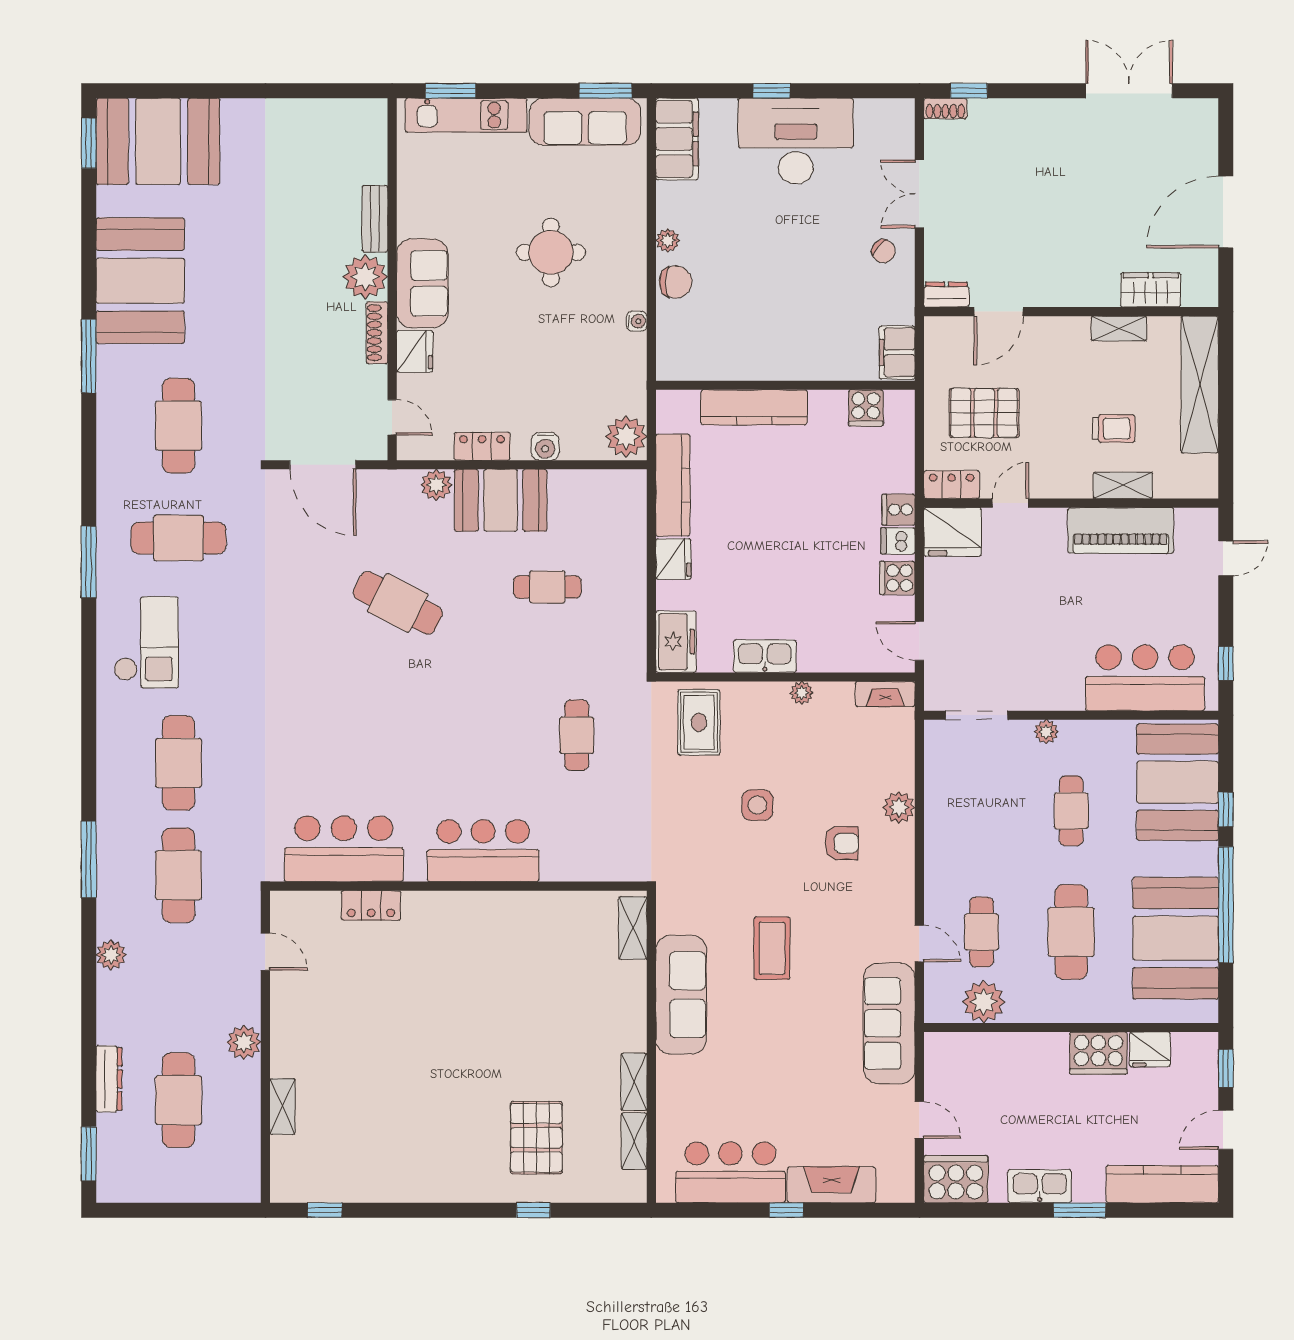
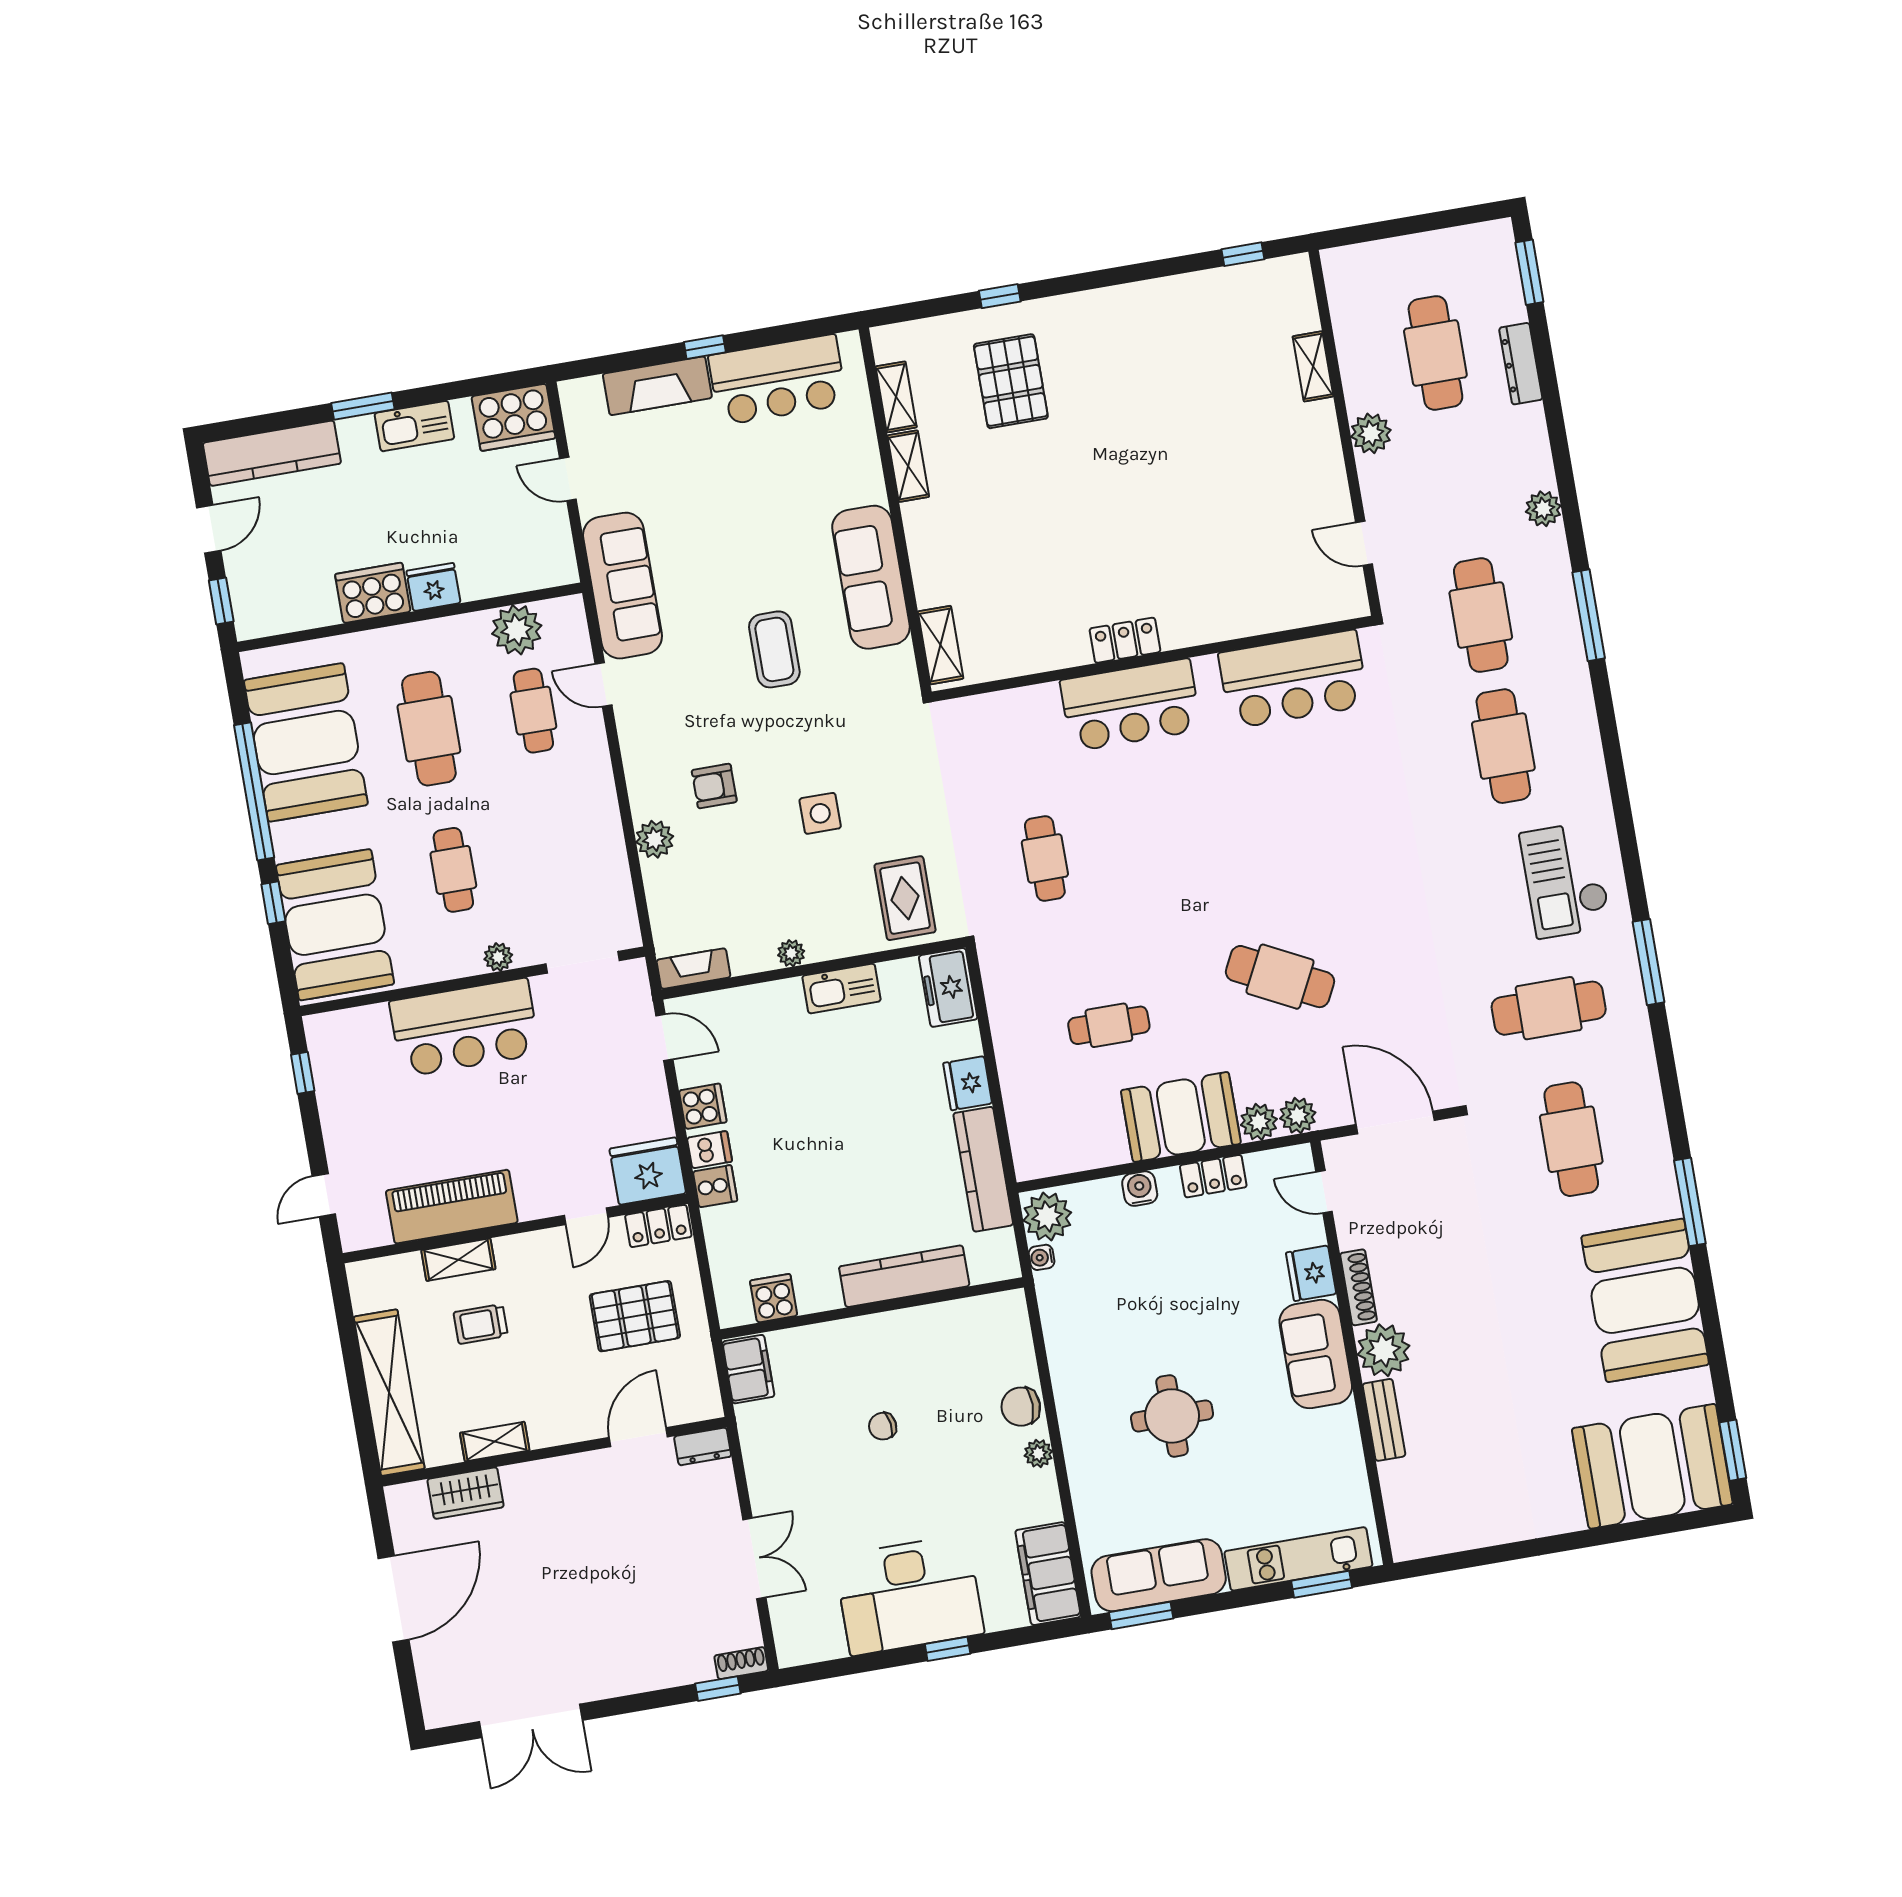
chair: (883, 251) -> (883, 1426), moved, turned -51
water cooler: (637, 321) -> (1042, 1257), moved
plant: (403, 485) -> (1298, 1116), added
bar counter: (1145, 678) -> (465, 1028), moved
locker: (371, 905) -> (1125, 640), moved
fridge: (1150, 1049) -> (433, 587), moved

